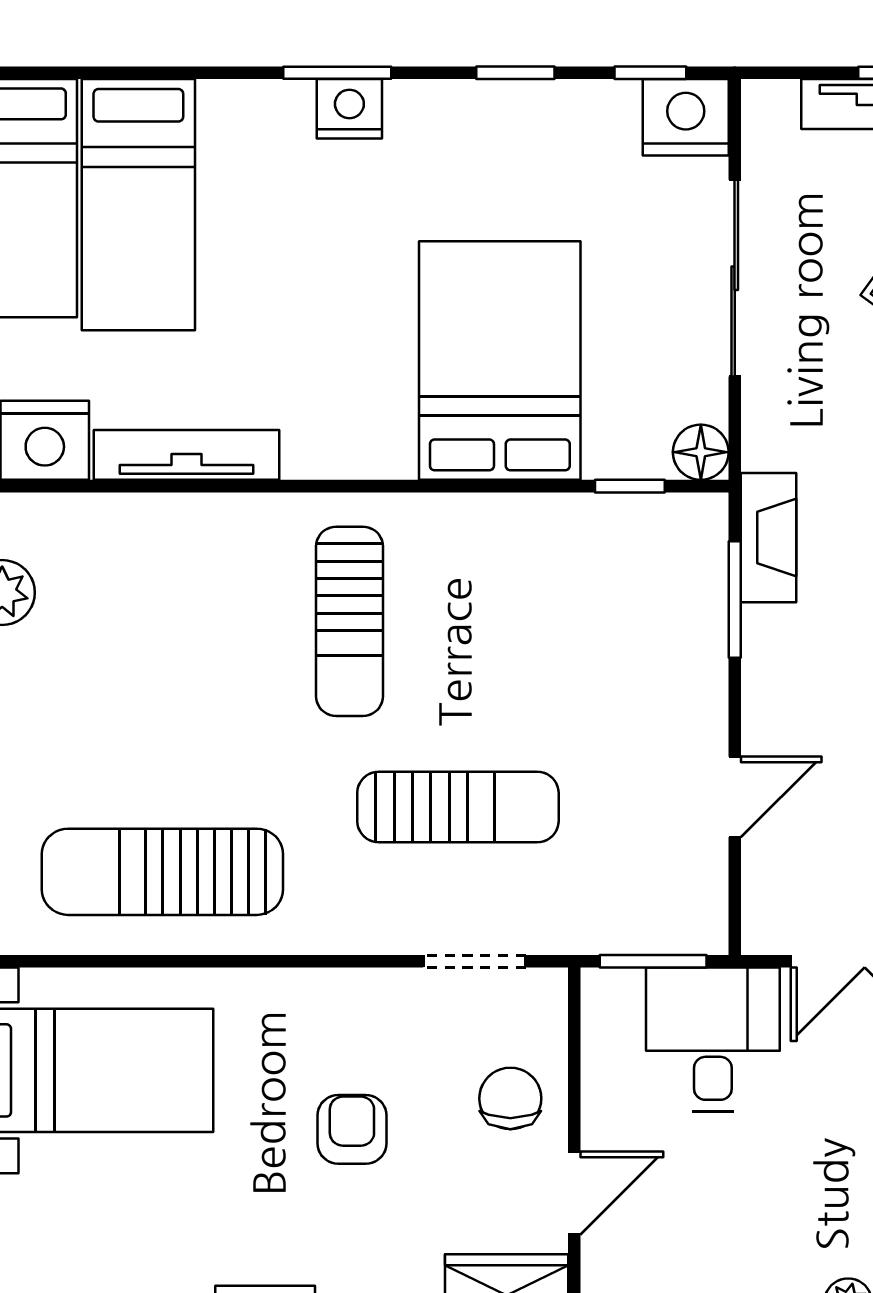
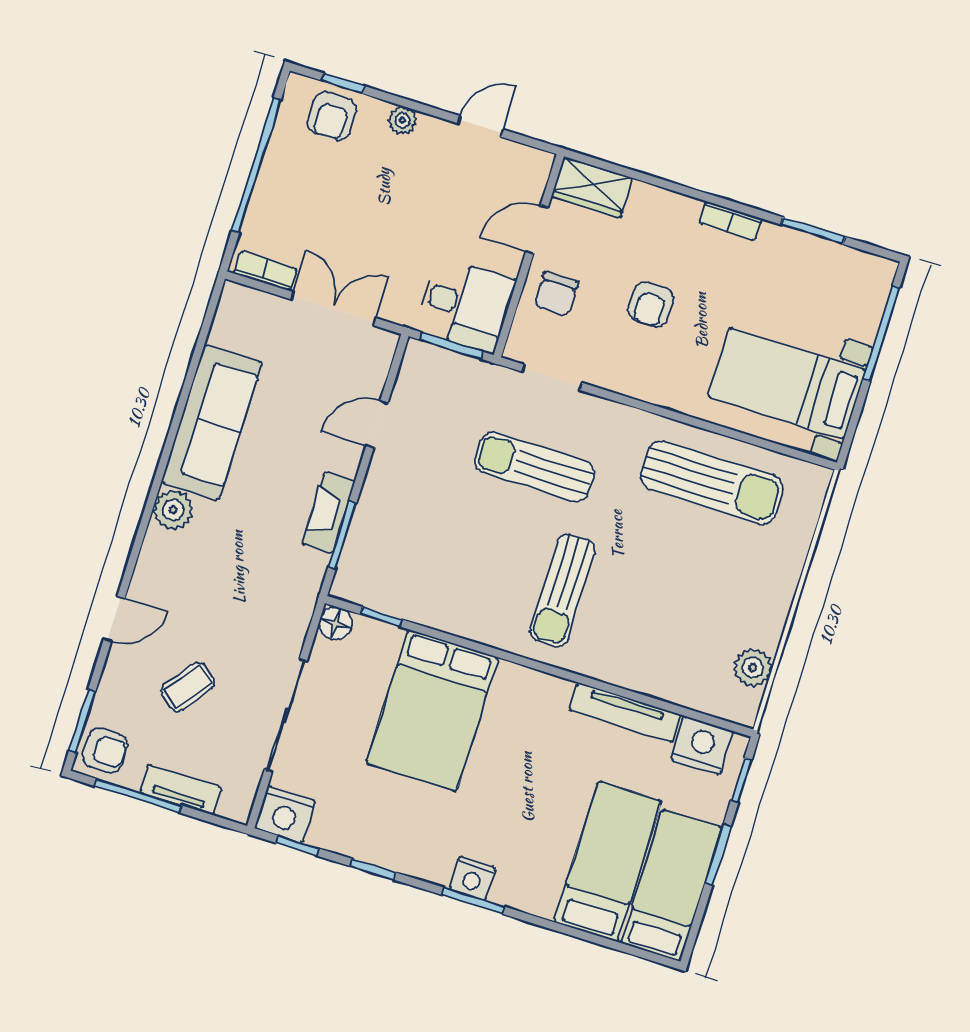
fireplace: (769, 538) -> (328, 513), moved
sun lounger: (350, 621) -> (563, 590), turned 180
desk: (713, 1039) -> (465, 305), moved, turned -90

